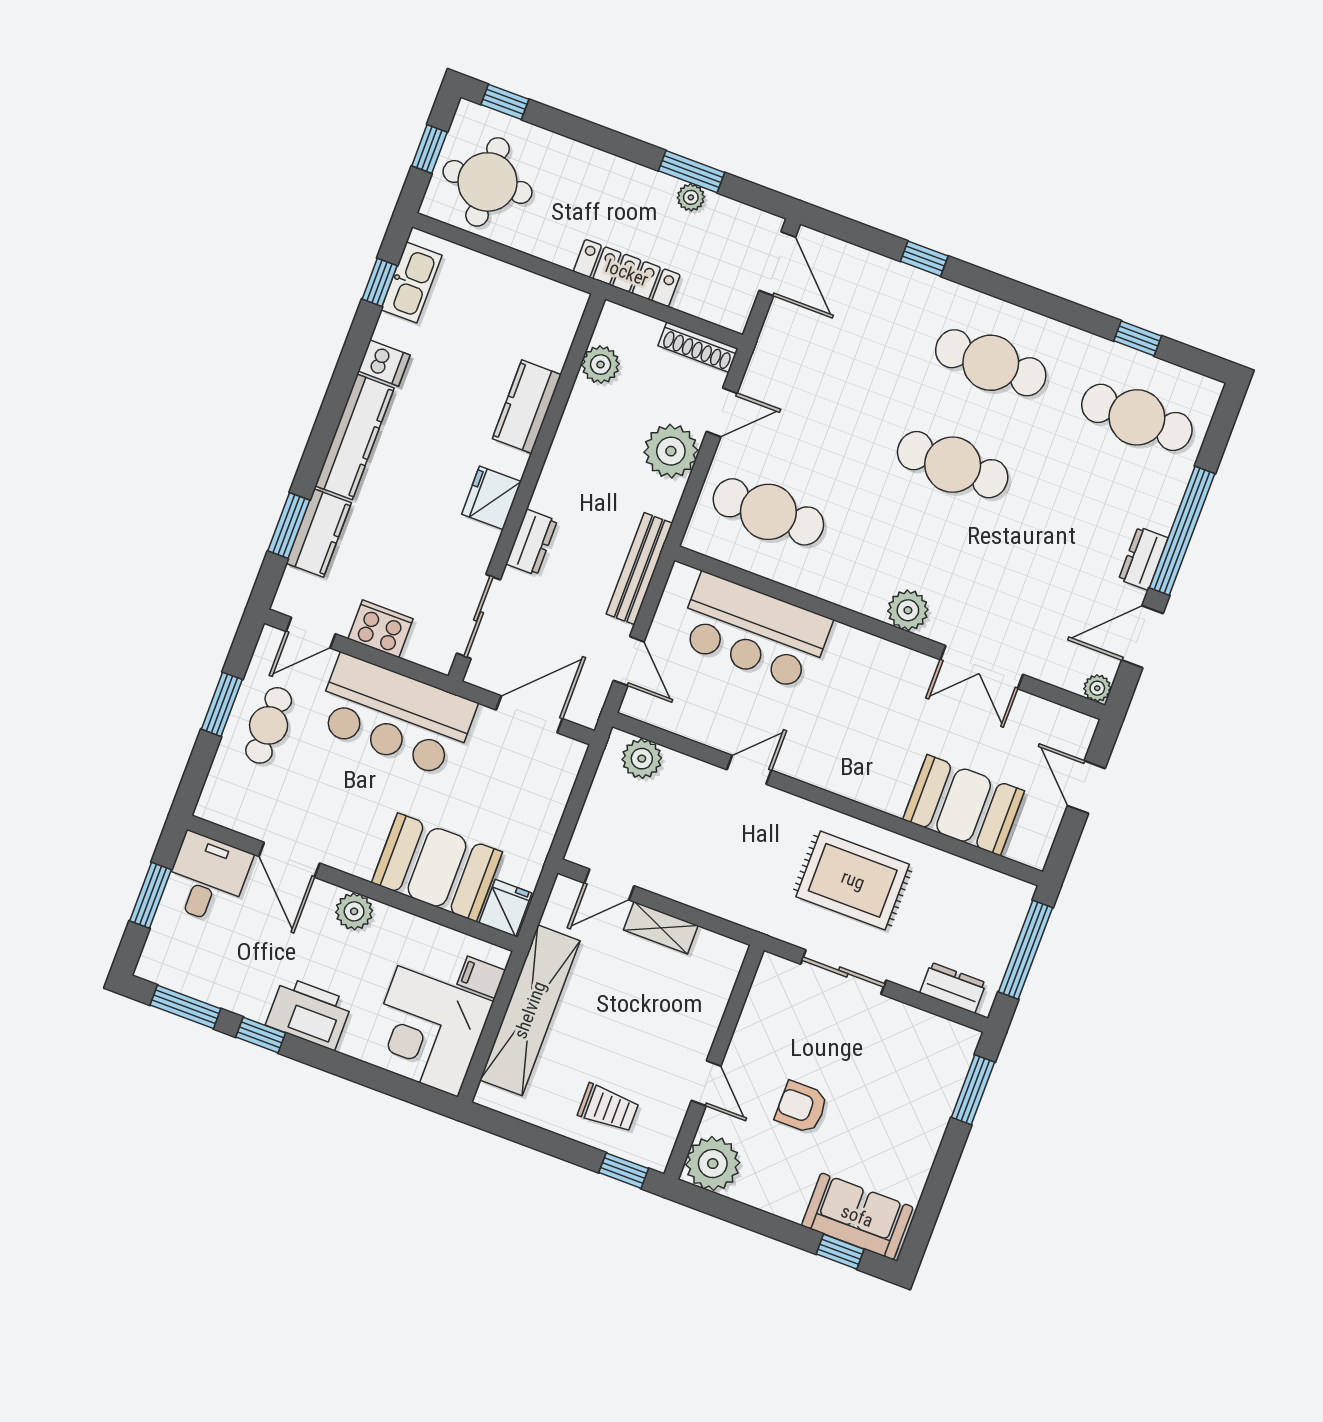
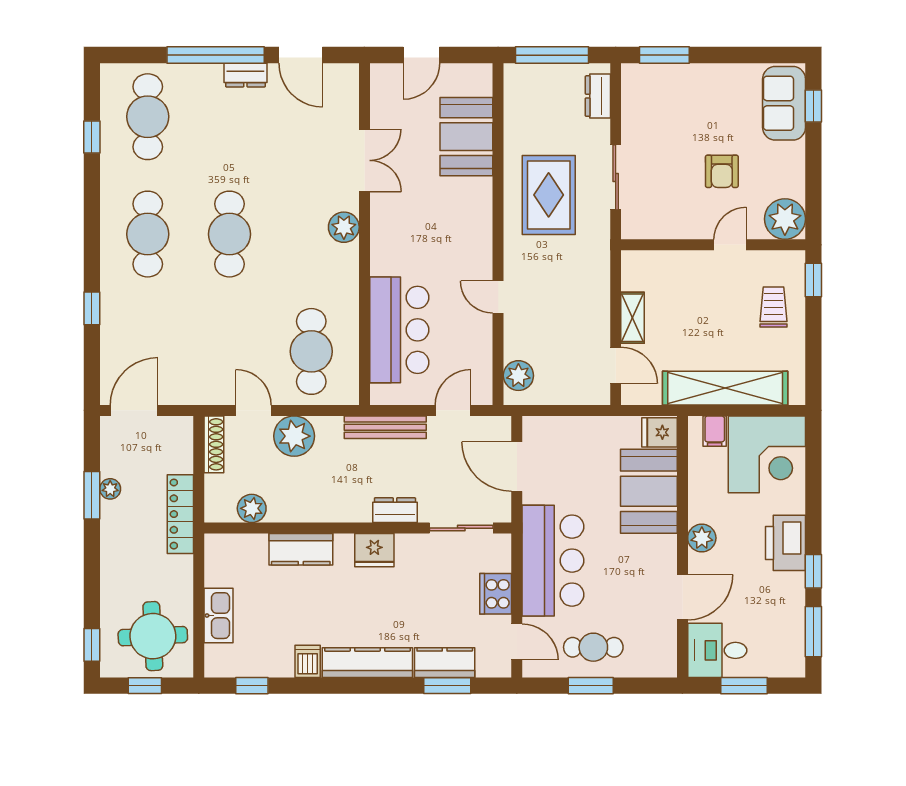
kitchen sink: (411, 282) -> (219, 616), moved, turned 90
plant: (1097, 688) -> (349, 73), removed

